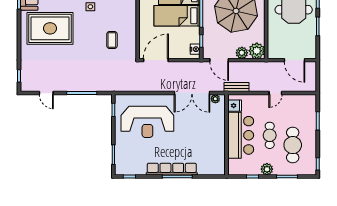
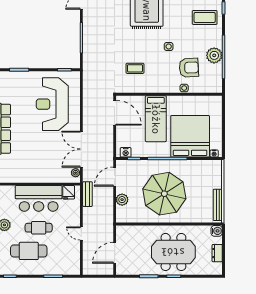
bed: (177, 16) -> (156, 119), moved, turned 180
plant: (257, 51) -> (124, 215), removed

